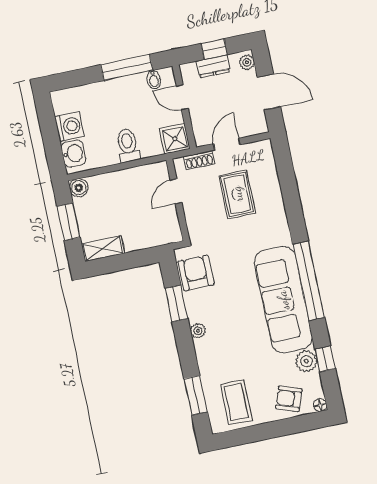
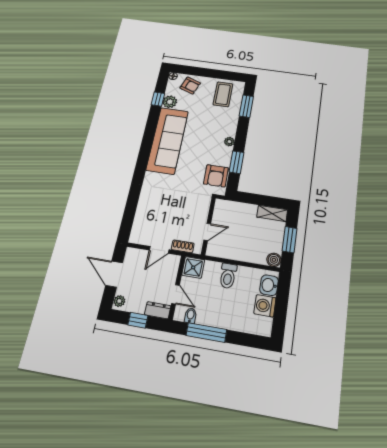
dresser: (213, 66) -> (158, 310), moved
rug: (237, 194) -> (167, 214), removed
window: (309, 281) -> (146, 146), removed

